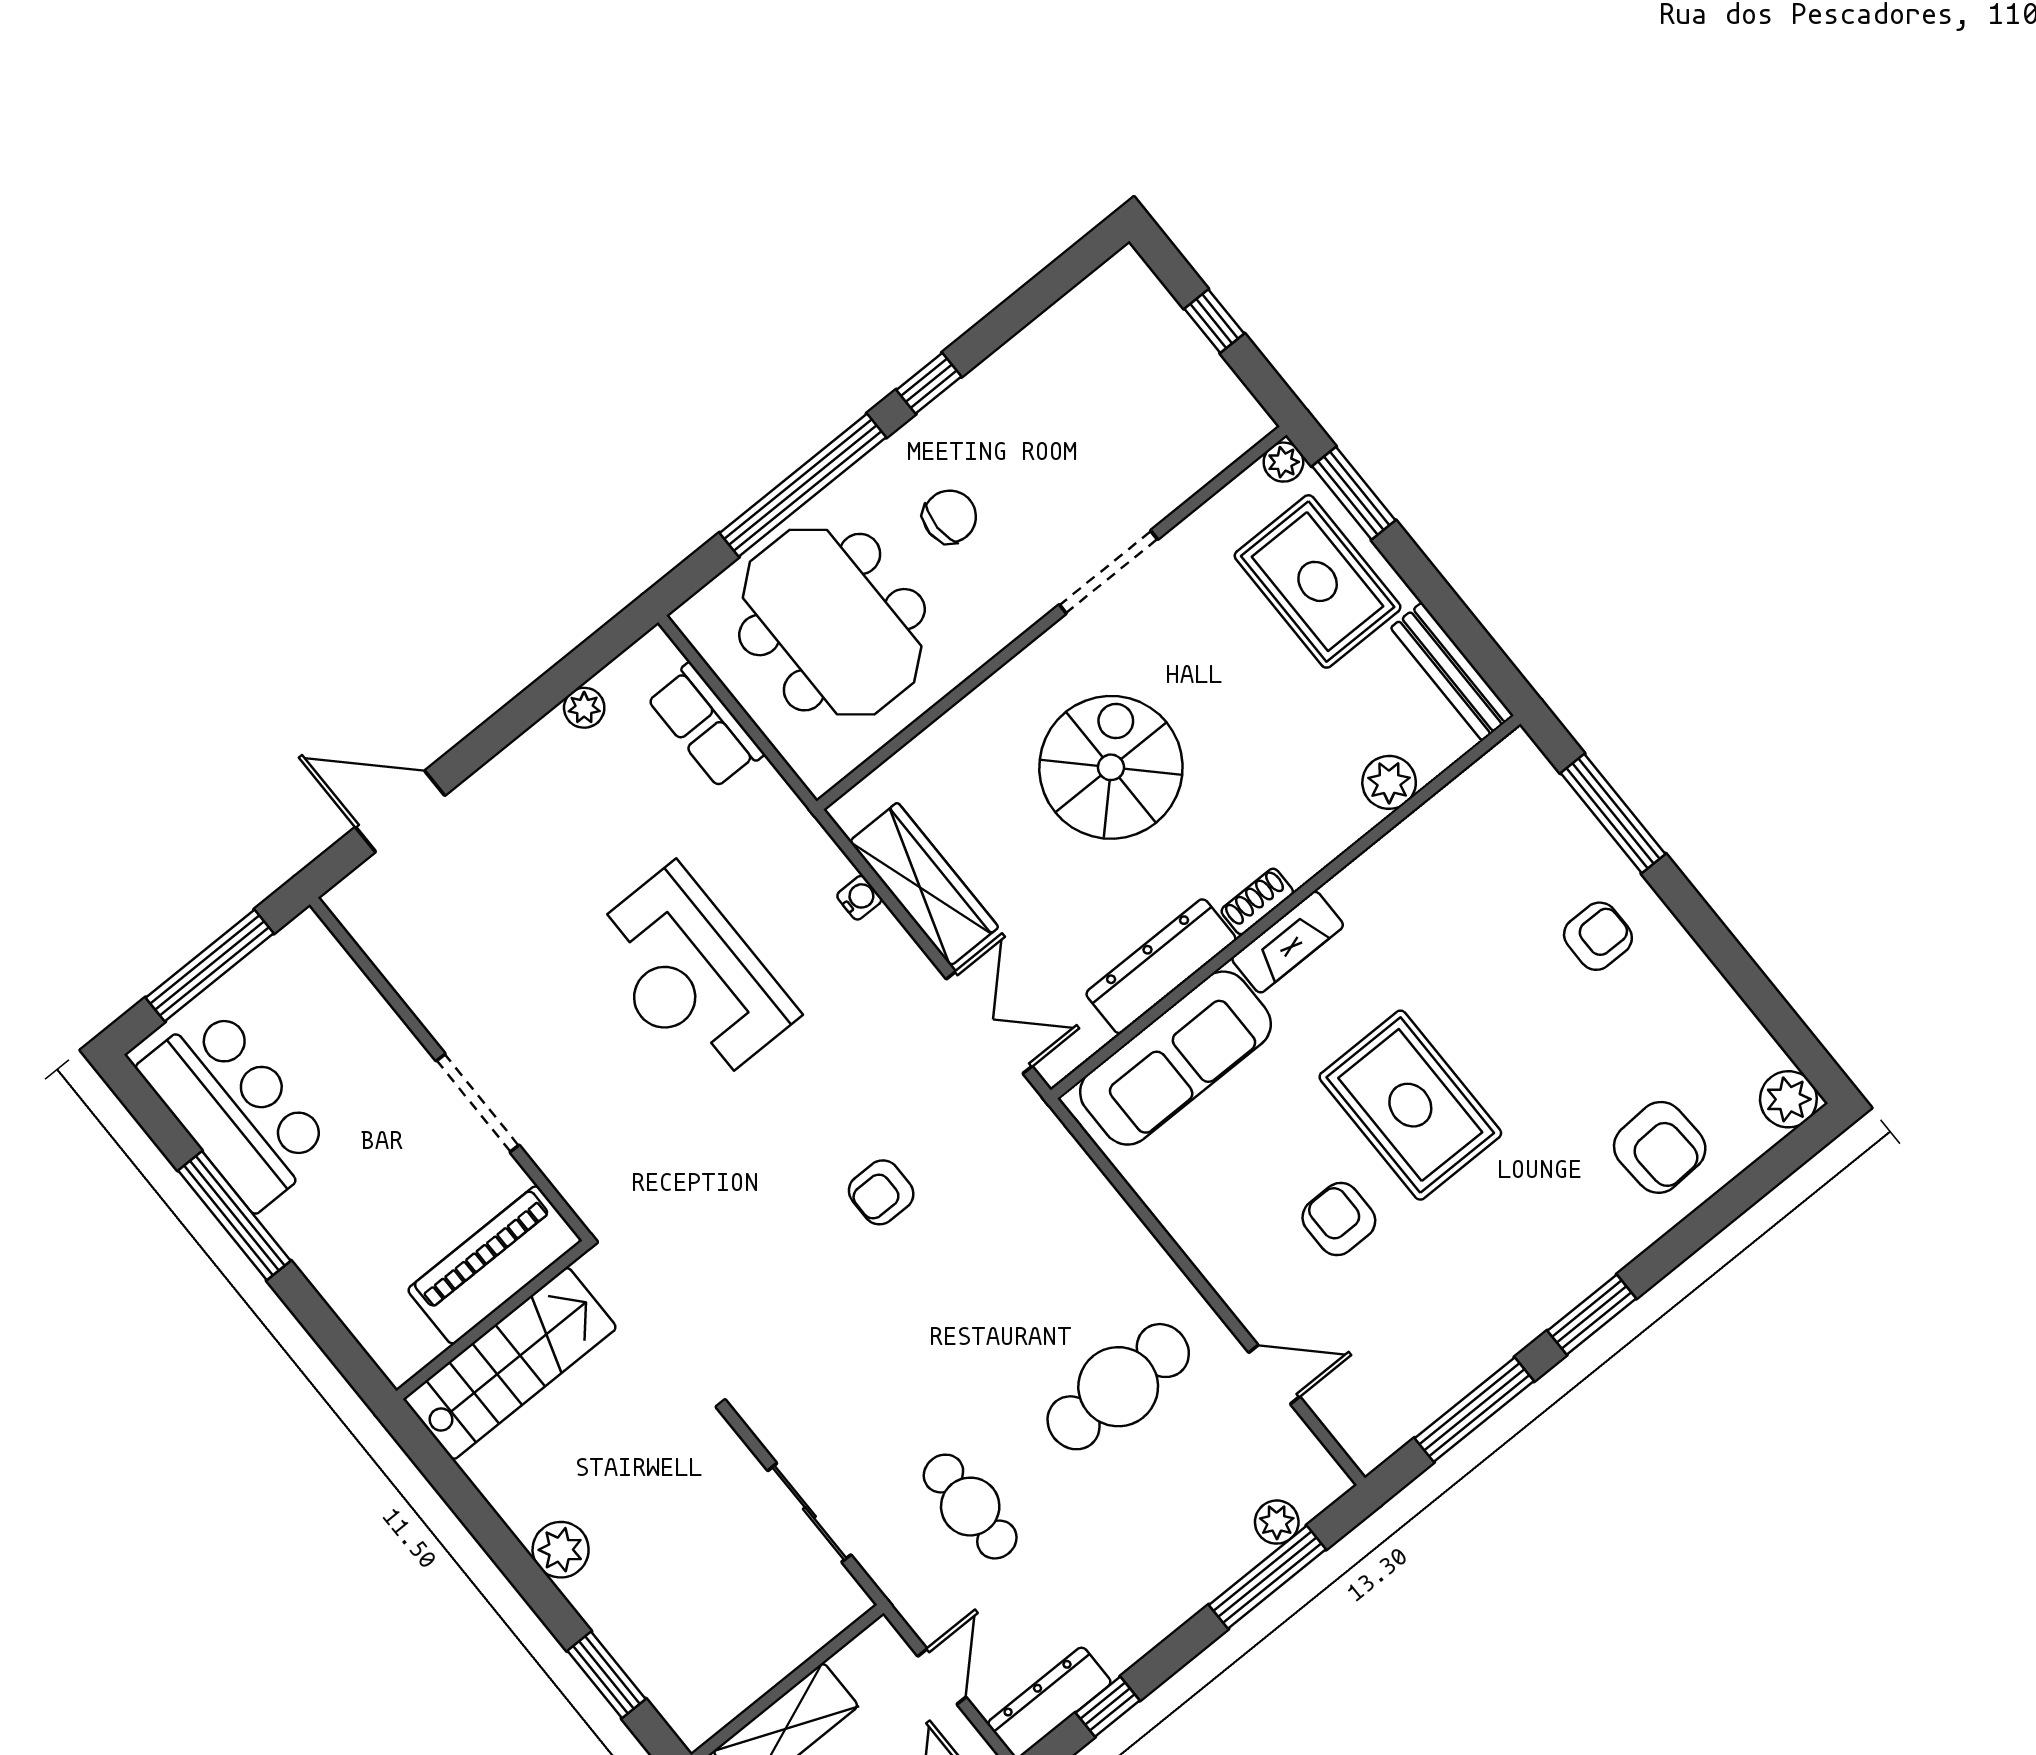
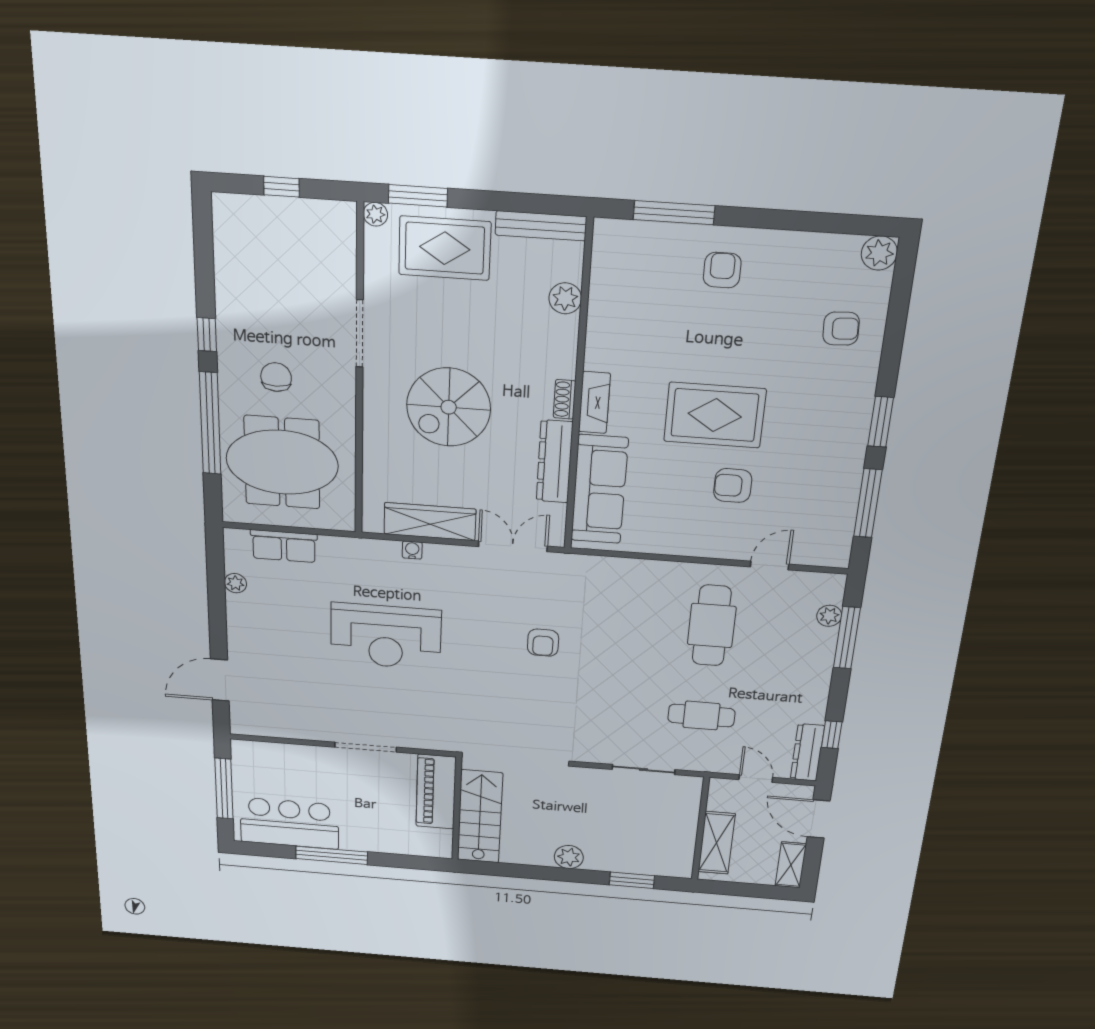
spiral stairs: (1111, 767) -> (449, 407), turned -90
armchair: (1660, 1147) -> (841, 329), width x0.72, depth x0.72

